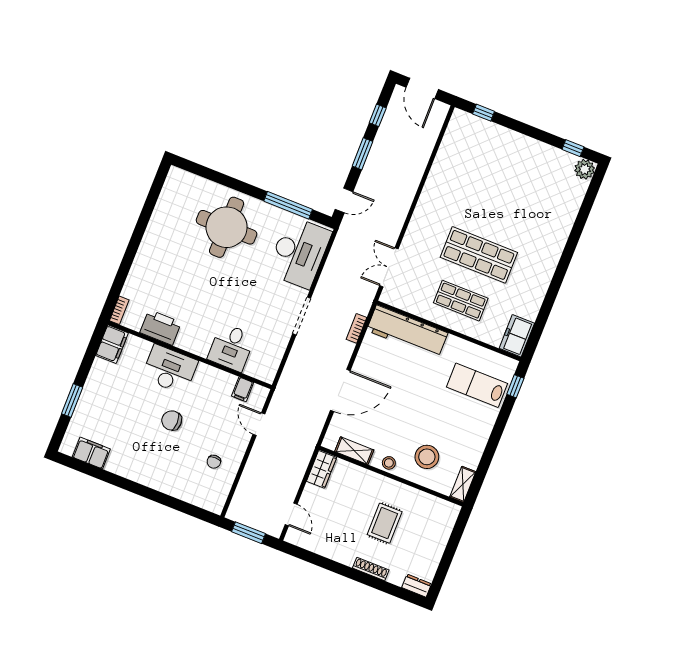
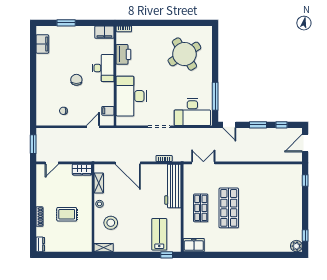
round table: (227, 227) -> (184, 54), moved, turned -32
desk: (231, 347) -> (131, 96), width x1.87, depth x1.30

